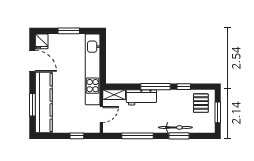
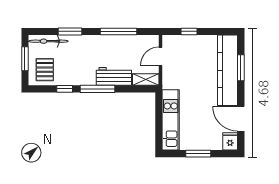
kitchen unit: (93, 69) -> (171, 120), width x0.73
bicycle: (175, 127) -> (48, 41), moved

